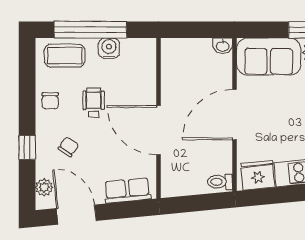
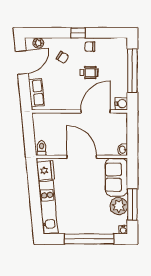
water cooler: (109, 48) -> (121, 104), moved
coffee table: (65, 56) -> (117, 55), removed
door: (159, 130) -> (96, 111), moved
window: (27, 147) -> (78, 33), moved

